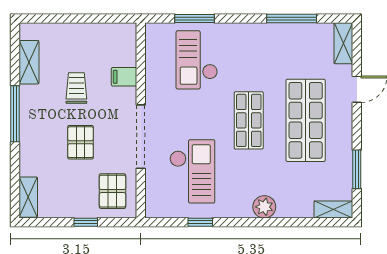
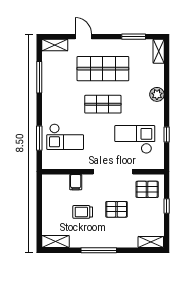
shelving: (29, 62) -> (55, 242), moved

